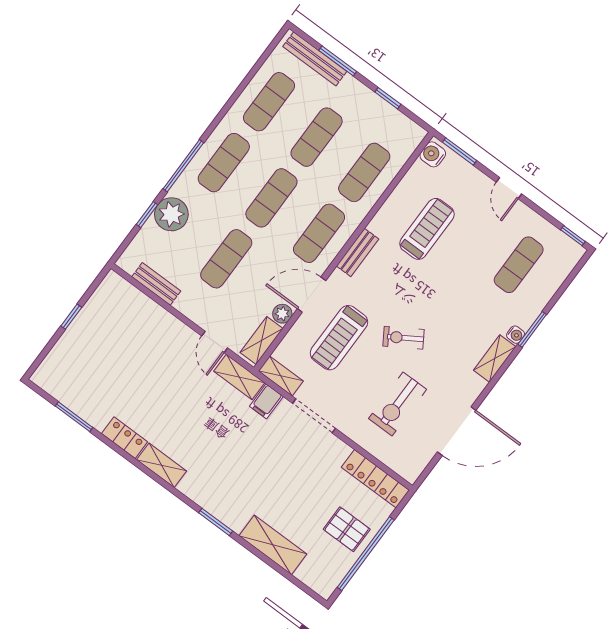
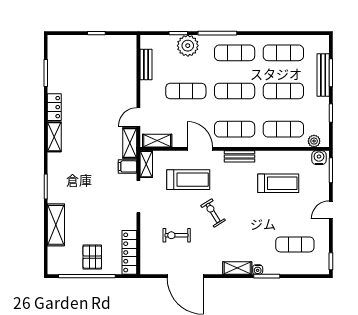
bench: (315, 59) -> (323, 75), moved
plant: (282, 314) -> (314, 141), moved
treadmill: (339, 338) -> (188, 180), turned 180
exercise bike: (398, 404) -> (177, 235), width x0.73, depth x0.72

